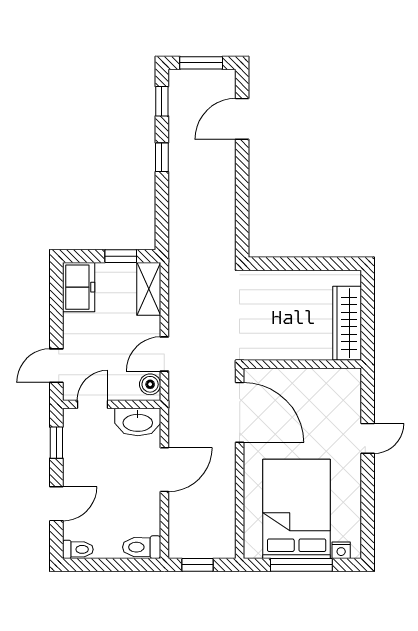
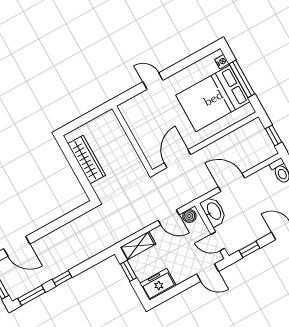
window: (162, 101) -> (32, 295), width x1.50
wardrobe: (347, 323) -> (87, 160), moved, turned -90
door: (240, 412) -> (178, 159), width x0.73

